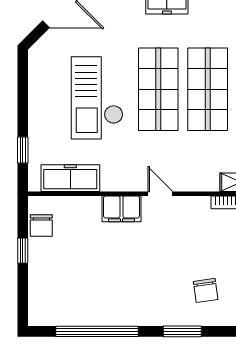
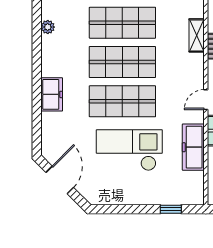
checkout: (97, 98) -> (129, 150), turned 180
freezer: (70, 178) -> (193, 147), moved

